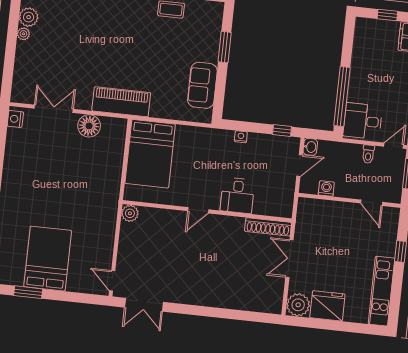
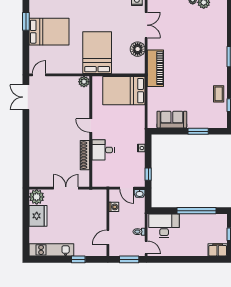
window: (342, 97) -> (196, 211), moved
desk: (363, 121) -> (164, 226), width x1.37
bed: (88, 188) -> (97, 53), added
shoe rack: (268, 227) -> (85, 155), moved

